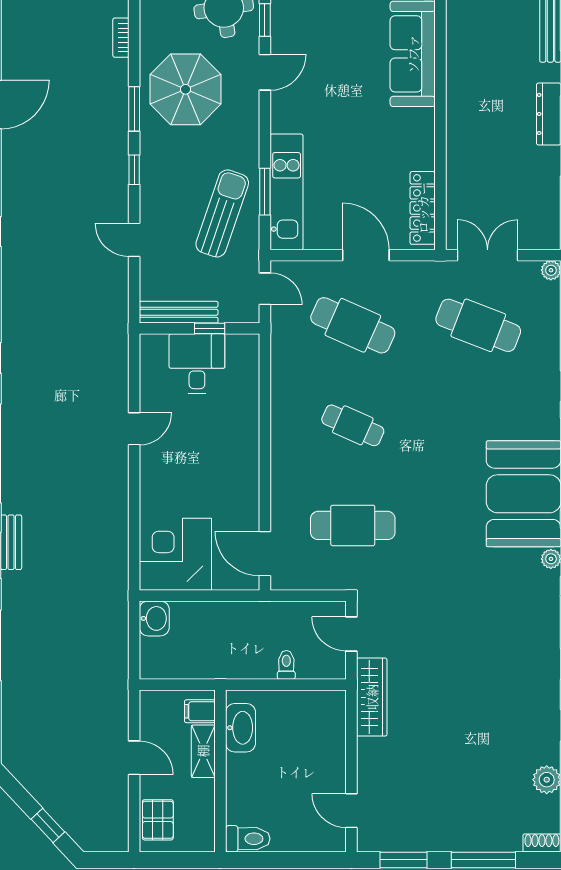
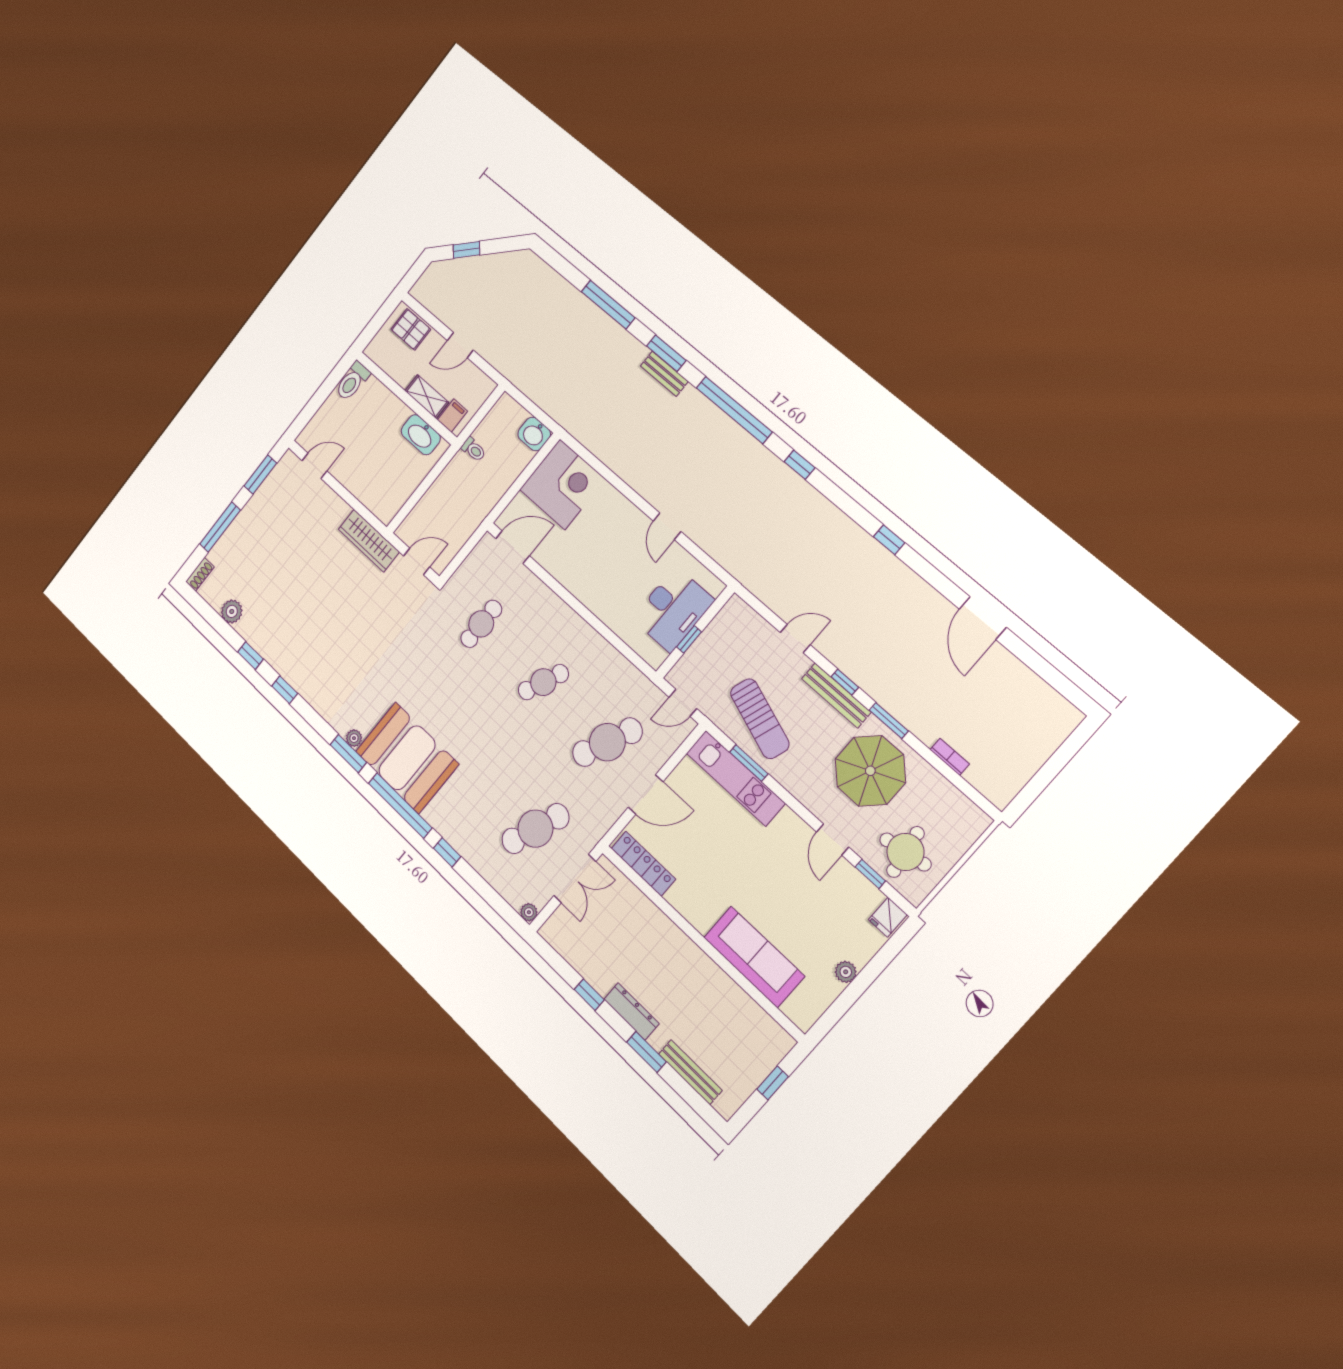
bench: (179, 312) -> (836, 695), moved, turned 90
desk: (197, 364) -> (673, 609), width x1.37
cafe table: (353, 525) -> (481, 624), width x0.73, depth x0.74
toilet: (286, 665) -> (473, 449), moved

